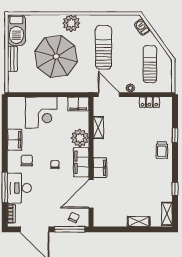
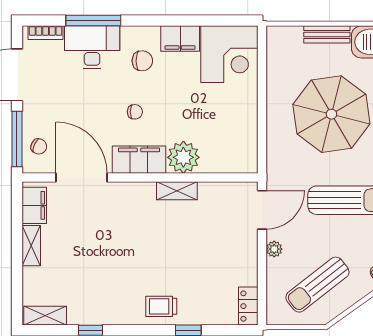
sun lounger: (150, 64) -> (317, 285), turned 142
locker: (149, 102) -> (248, 306), moved
filing cabinet: (78, 104) -> (245, 154), removed
corner desk: (41, 113) -> (229, 54), moved, turned -90
shelving: (98, 127) -> (177, 191), moved
filing cabinet: (100, 168) -> (34, 205), moved, turned -90
shelving: (139, 222) -> (31, 246), moved

